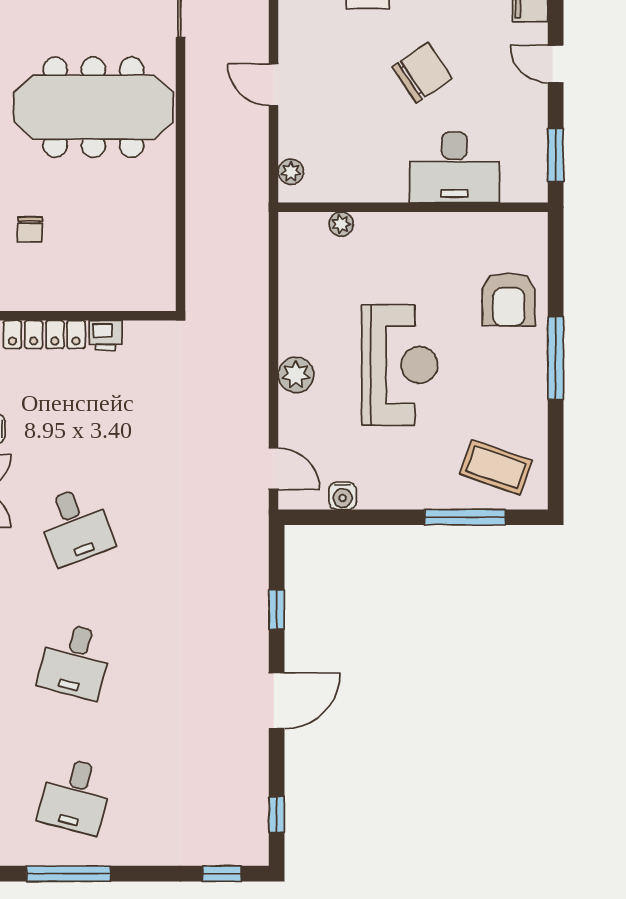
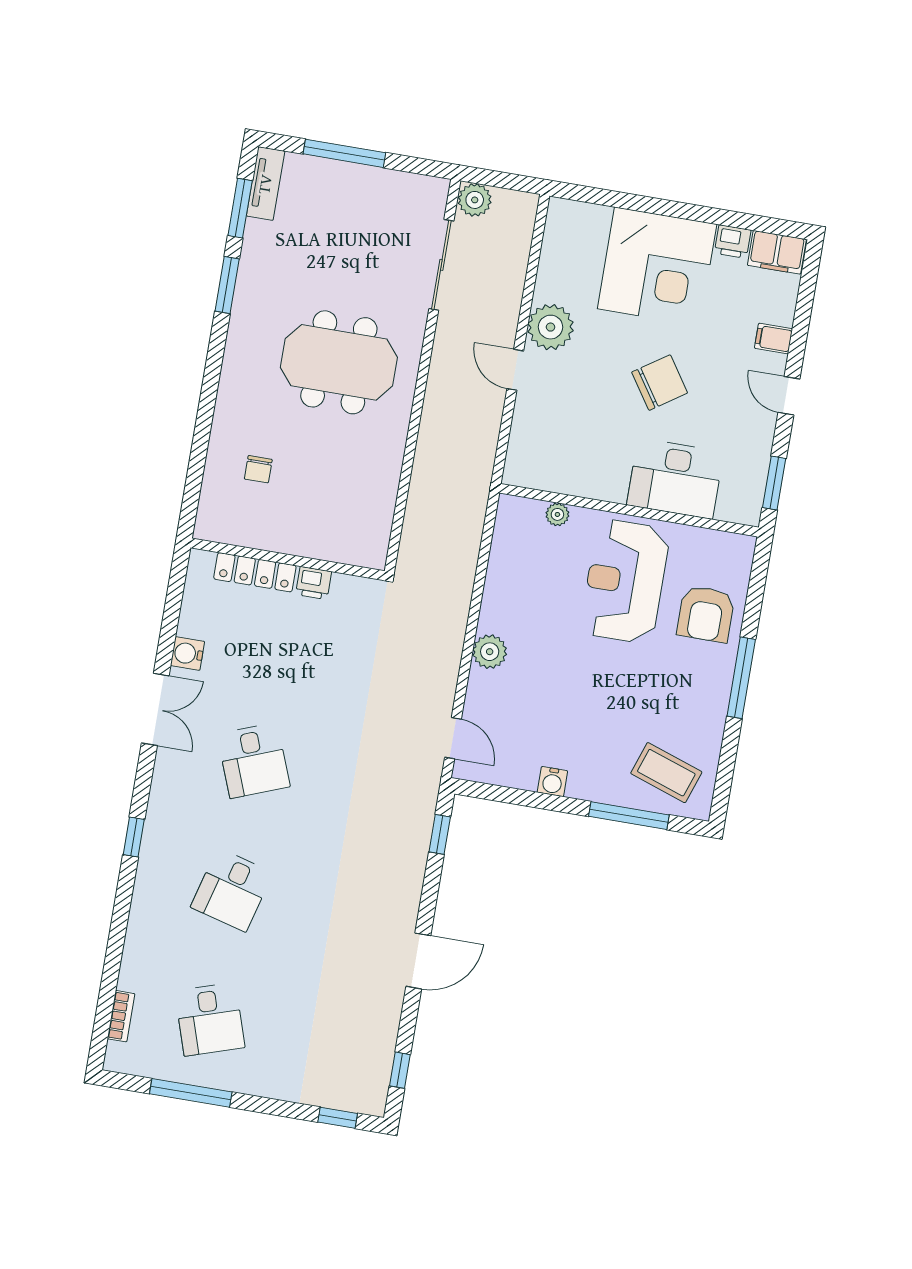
meeting table: (93, 107) -> (339, 362), width x0.73
plant: (291, 172) -> (551, 327), moved, width x1.88, depth x1.88
reception desk: (400, 365) -> (625, 581), moved, turned 180
water cooler: (343, 496) -> (552, 782), moved
window: (277, 610) -> (440, 834), moved
desk: (75, 796) -> (210, 1019), turned -33

